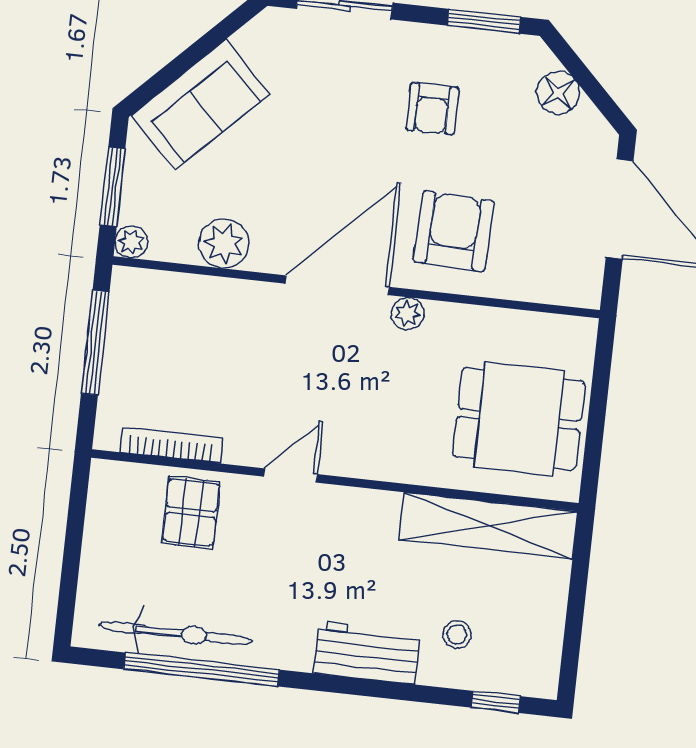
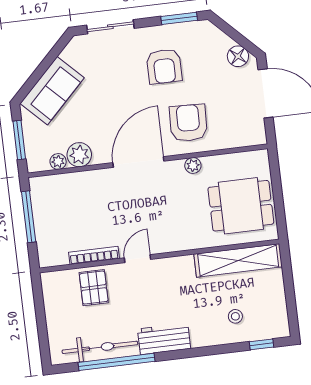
floor lamp: (558, 93) -> (238, 56), moved
armchair: (432, 109) -> (164, 66), width x1.38, depth x1.38
plant: (131, 242) -> (58, 161), moved
plant: (408, 314) -> (193, 166), moved
bookcase: (171, 445) -> (94, 255), moved
workbench: (367, 653) -> (164, 339), moved

